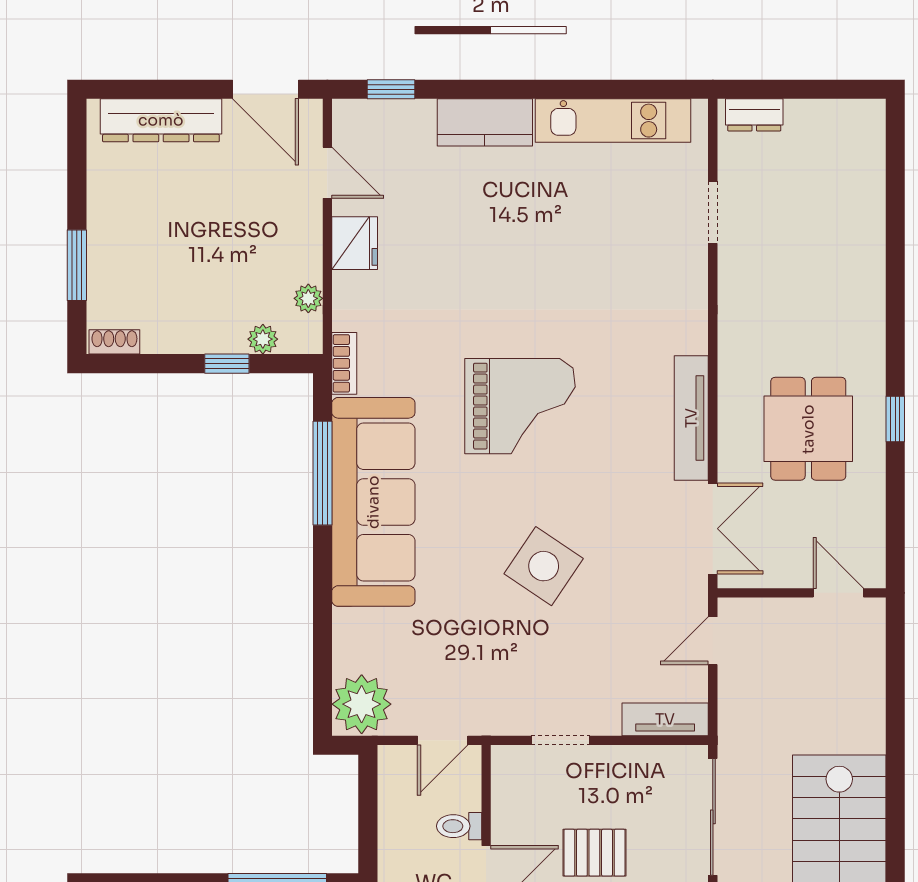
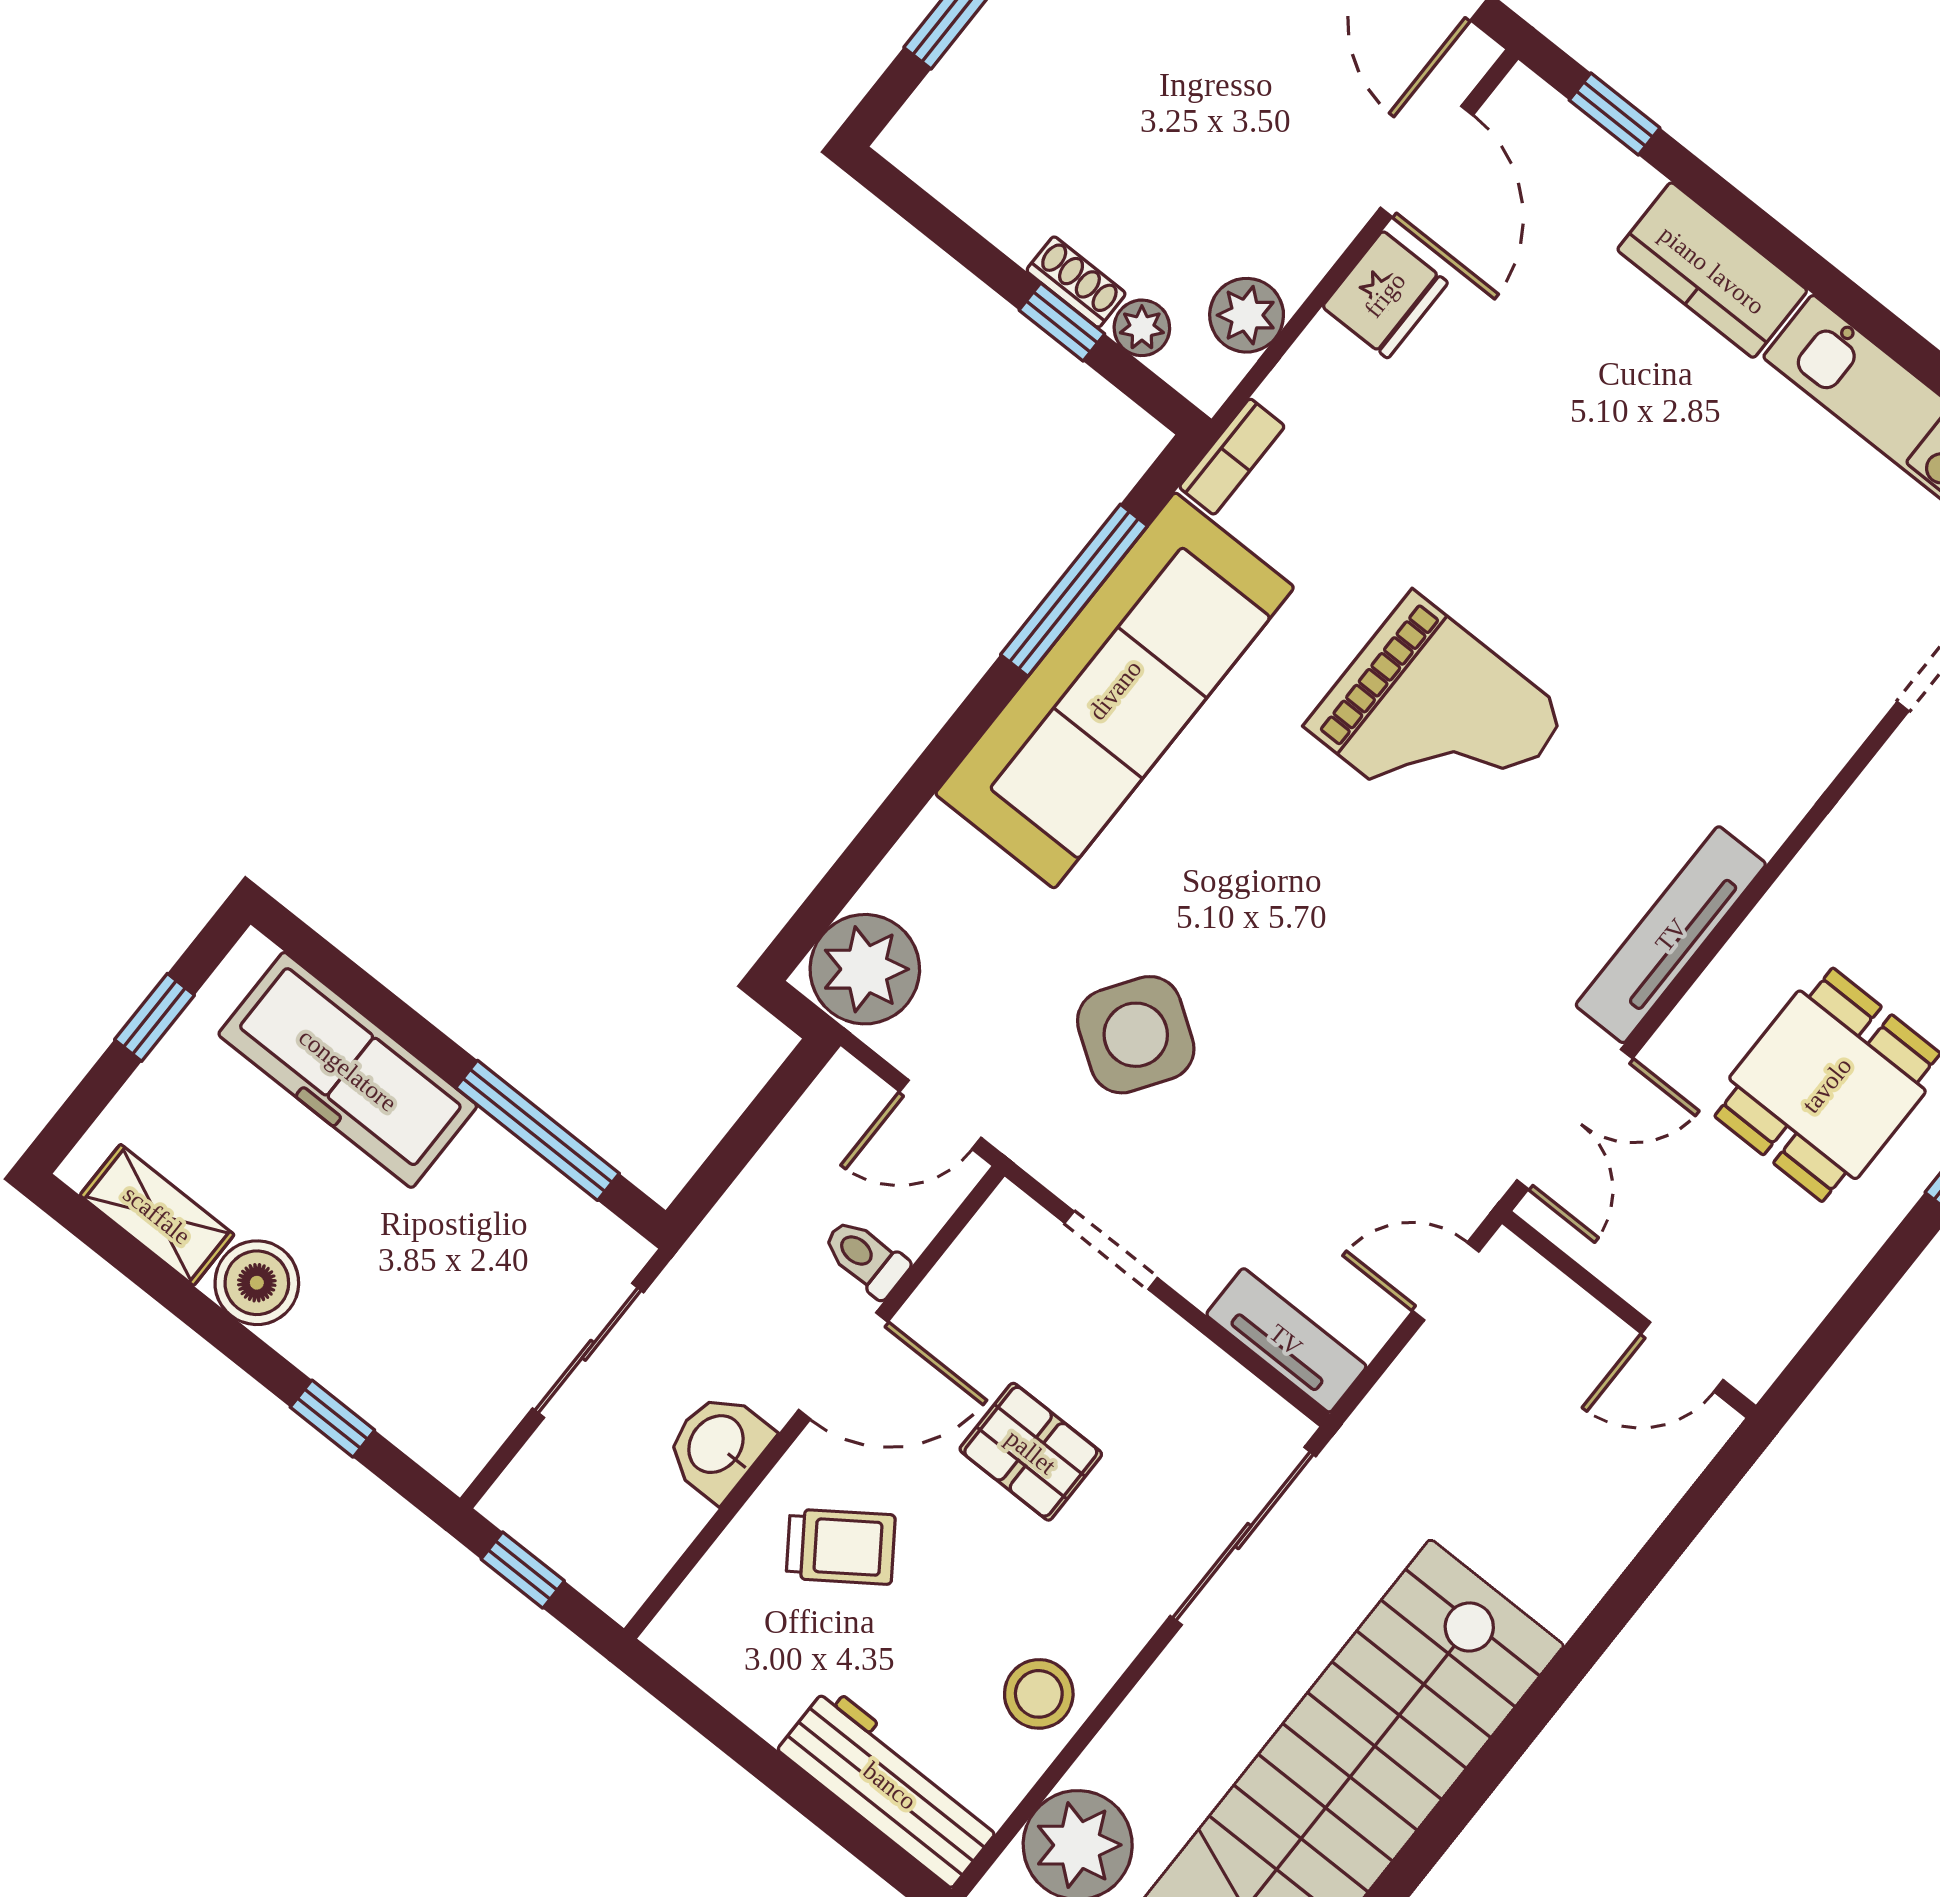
door: (327, 173) -> (1427, 162), width x1.38
plant: (308, 298) -> (1247, 315), width x1.38, depth x1.38
shoe rack: (114, 342) -> (1076, 282), moved
side table: (544, 566) -> (1136, 1035), moved
door: (838, 593) -> (1682, 1357), swing flipped

